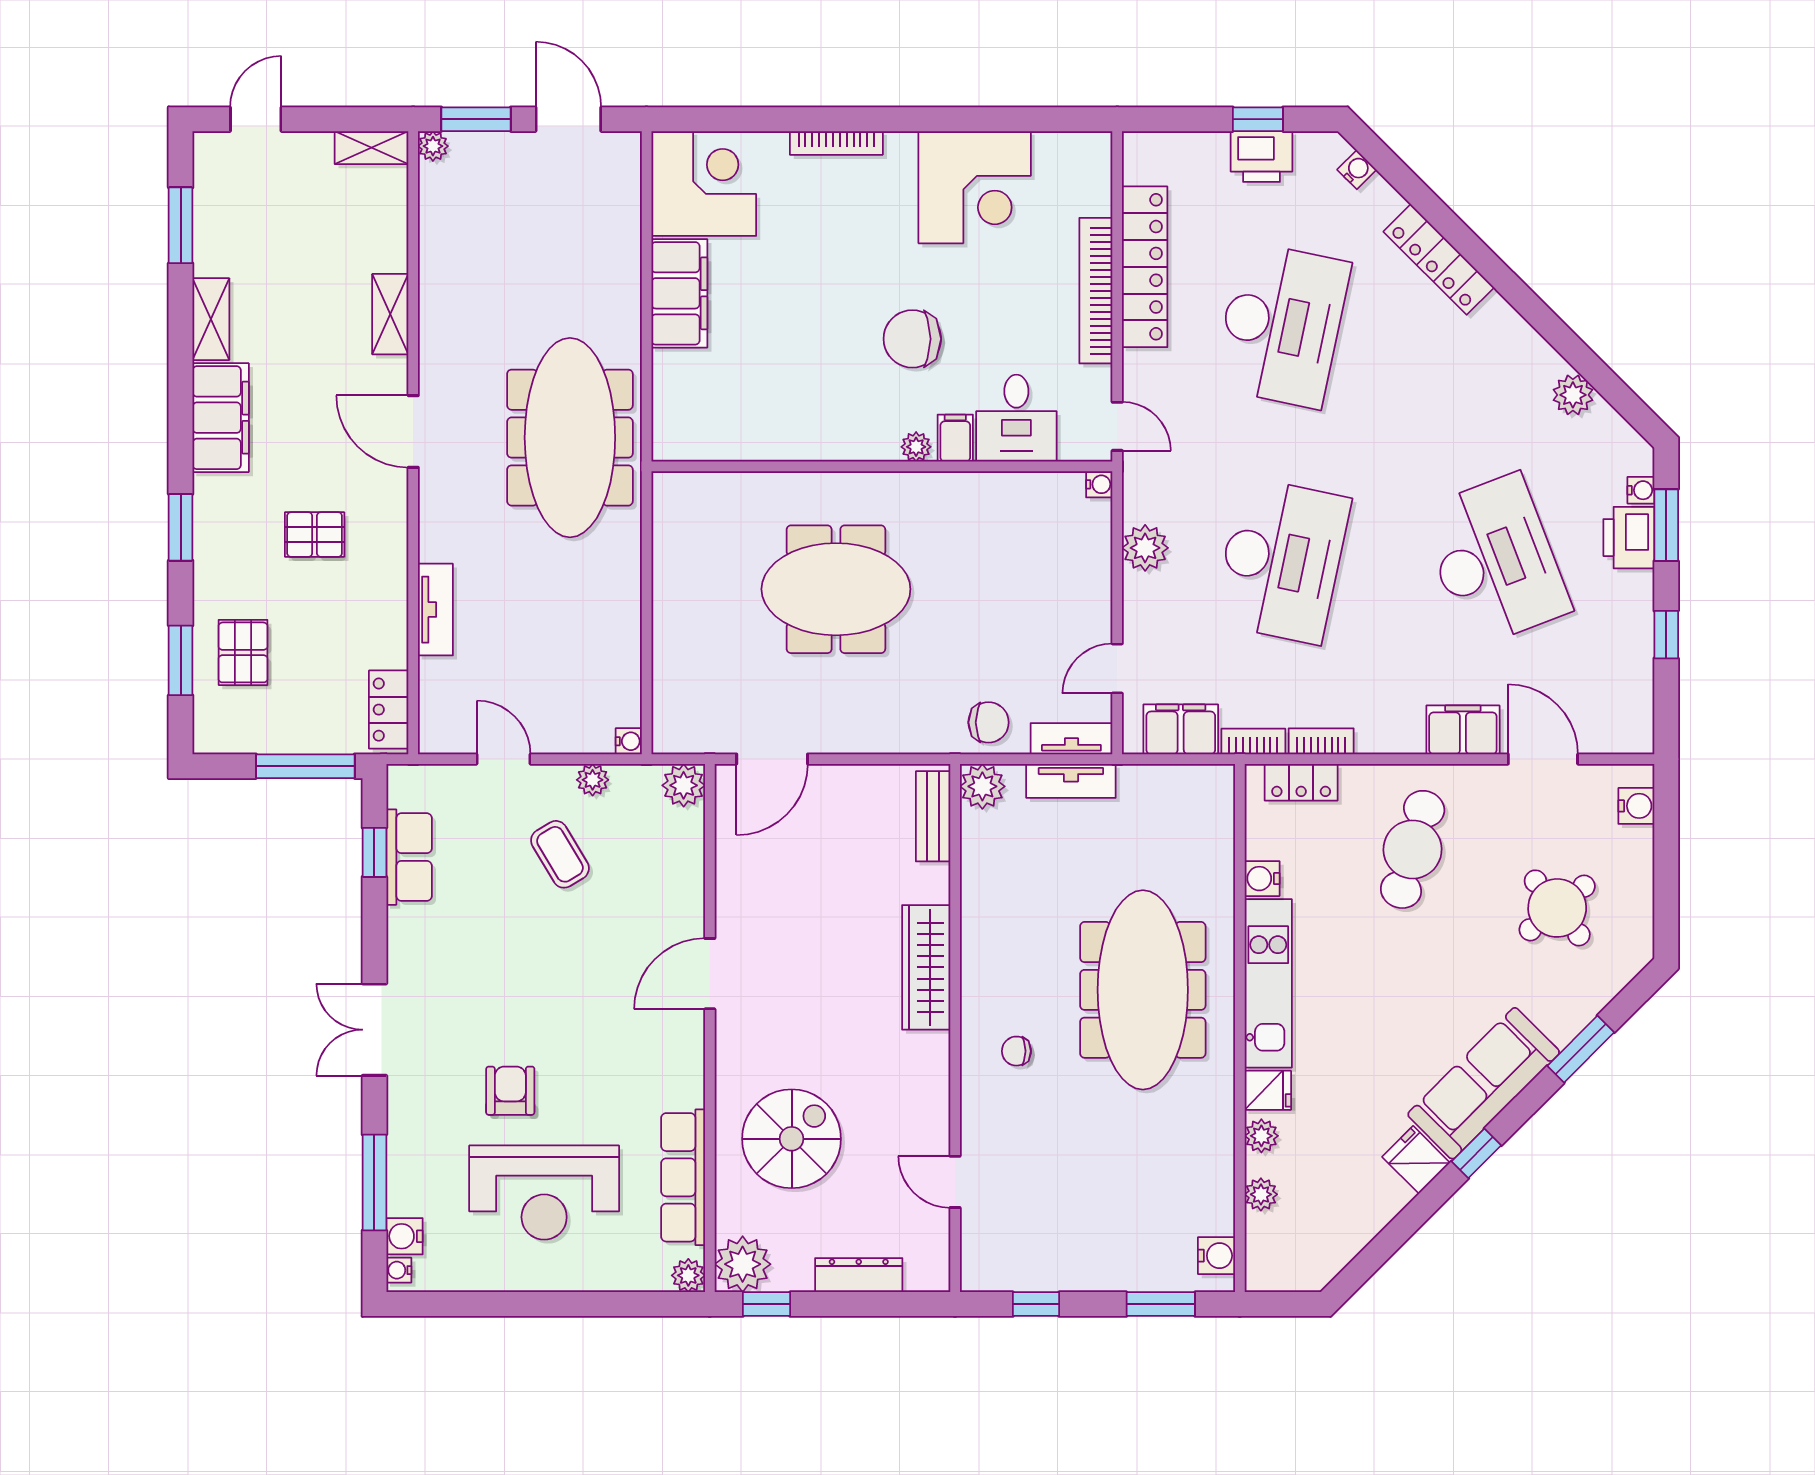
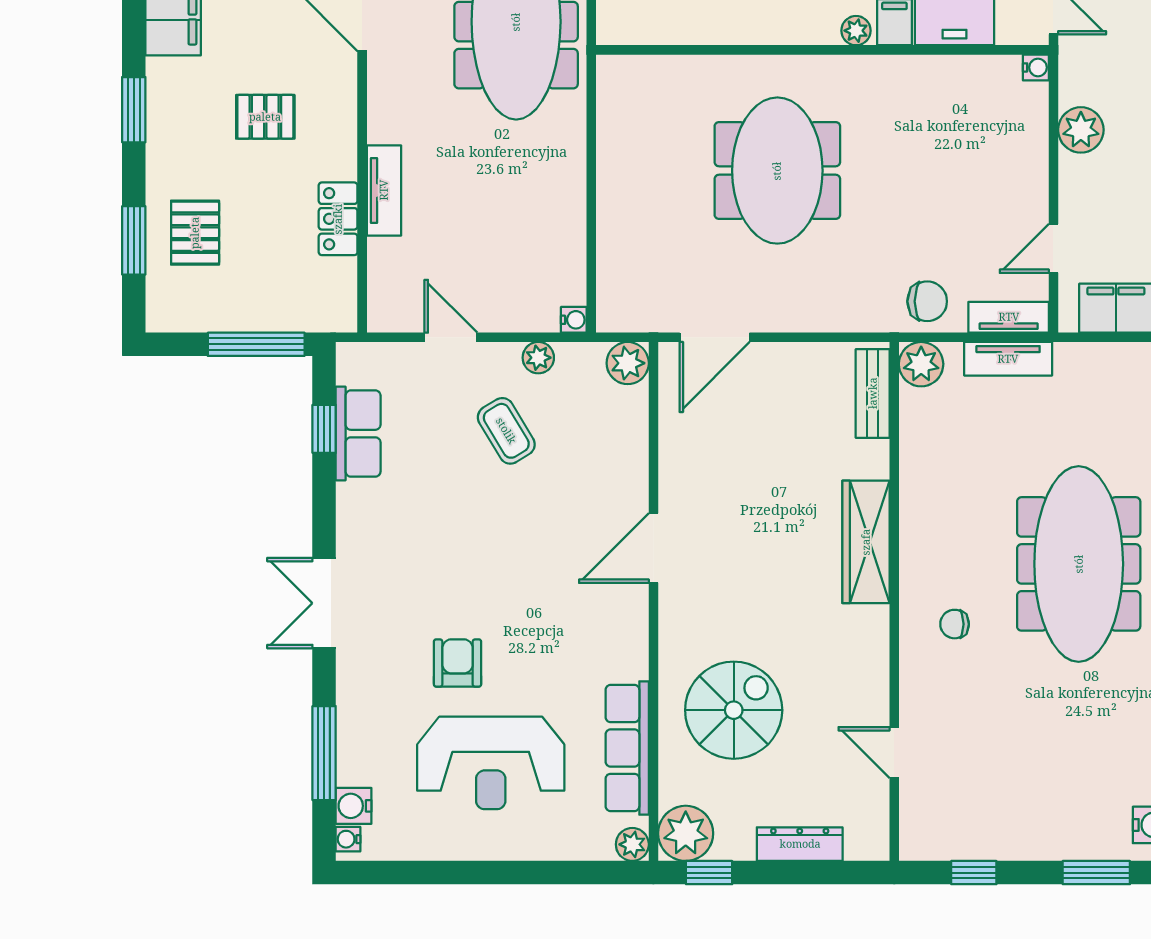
meeting table: (836, 589) -> (777, 171), turned 90
locker: (389, 710) -> (338, 219), moved

